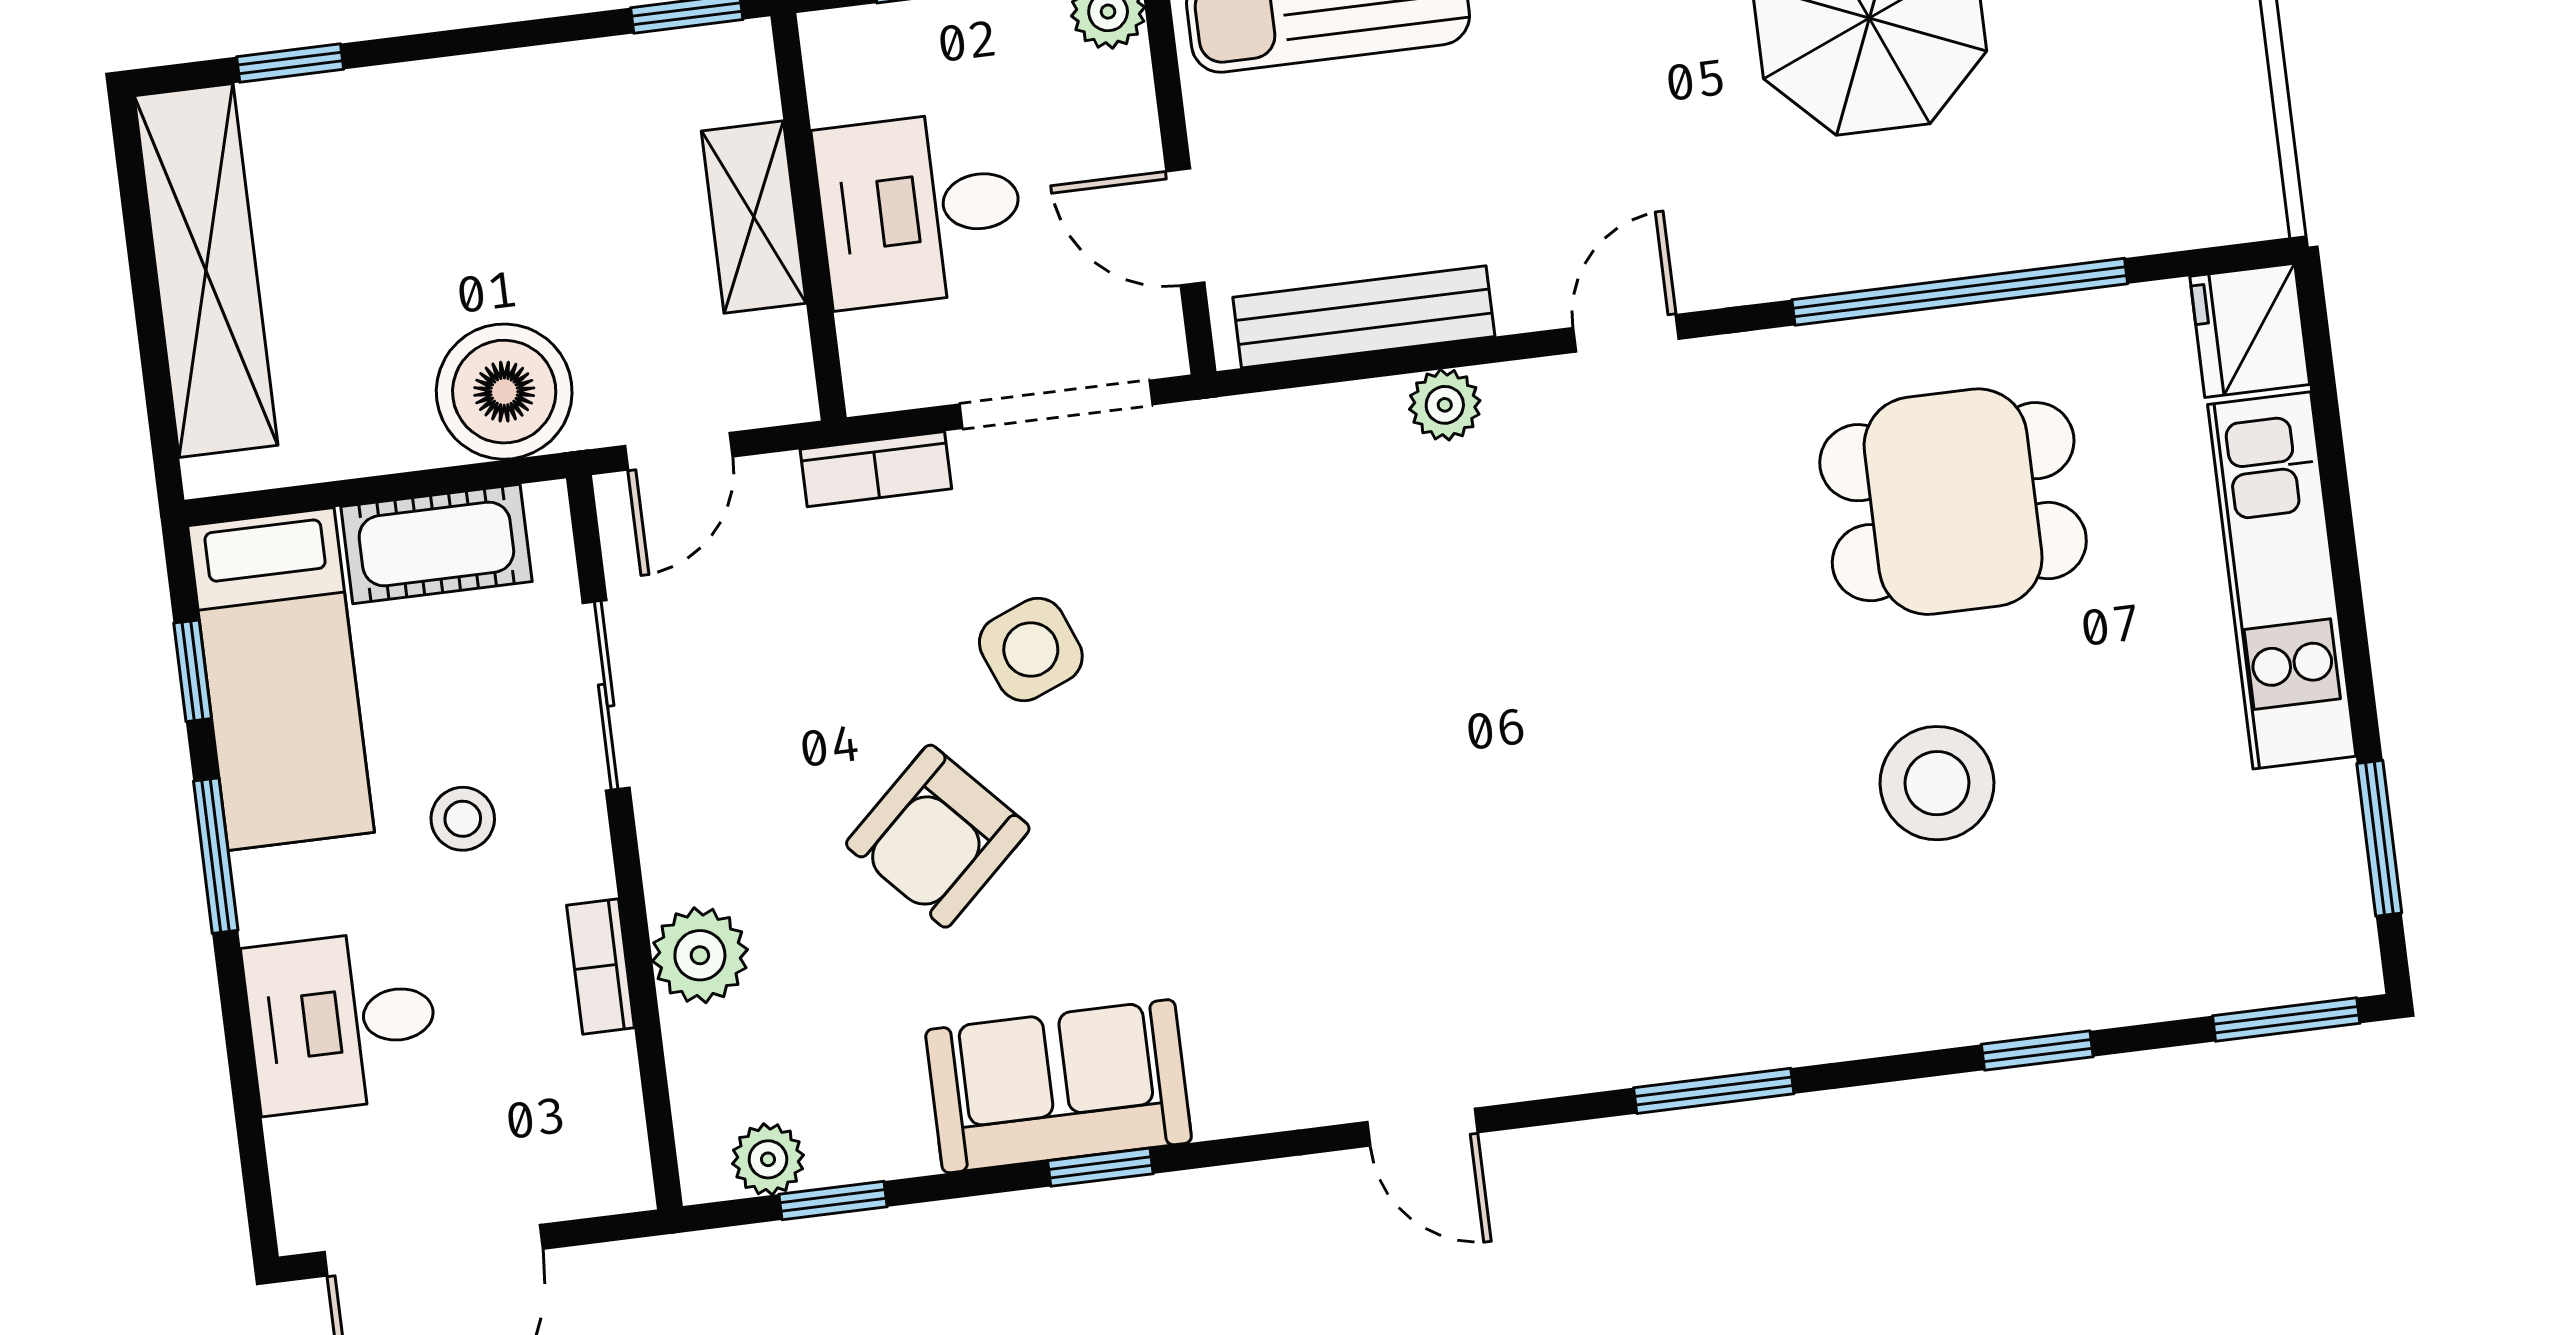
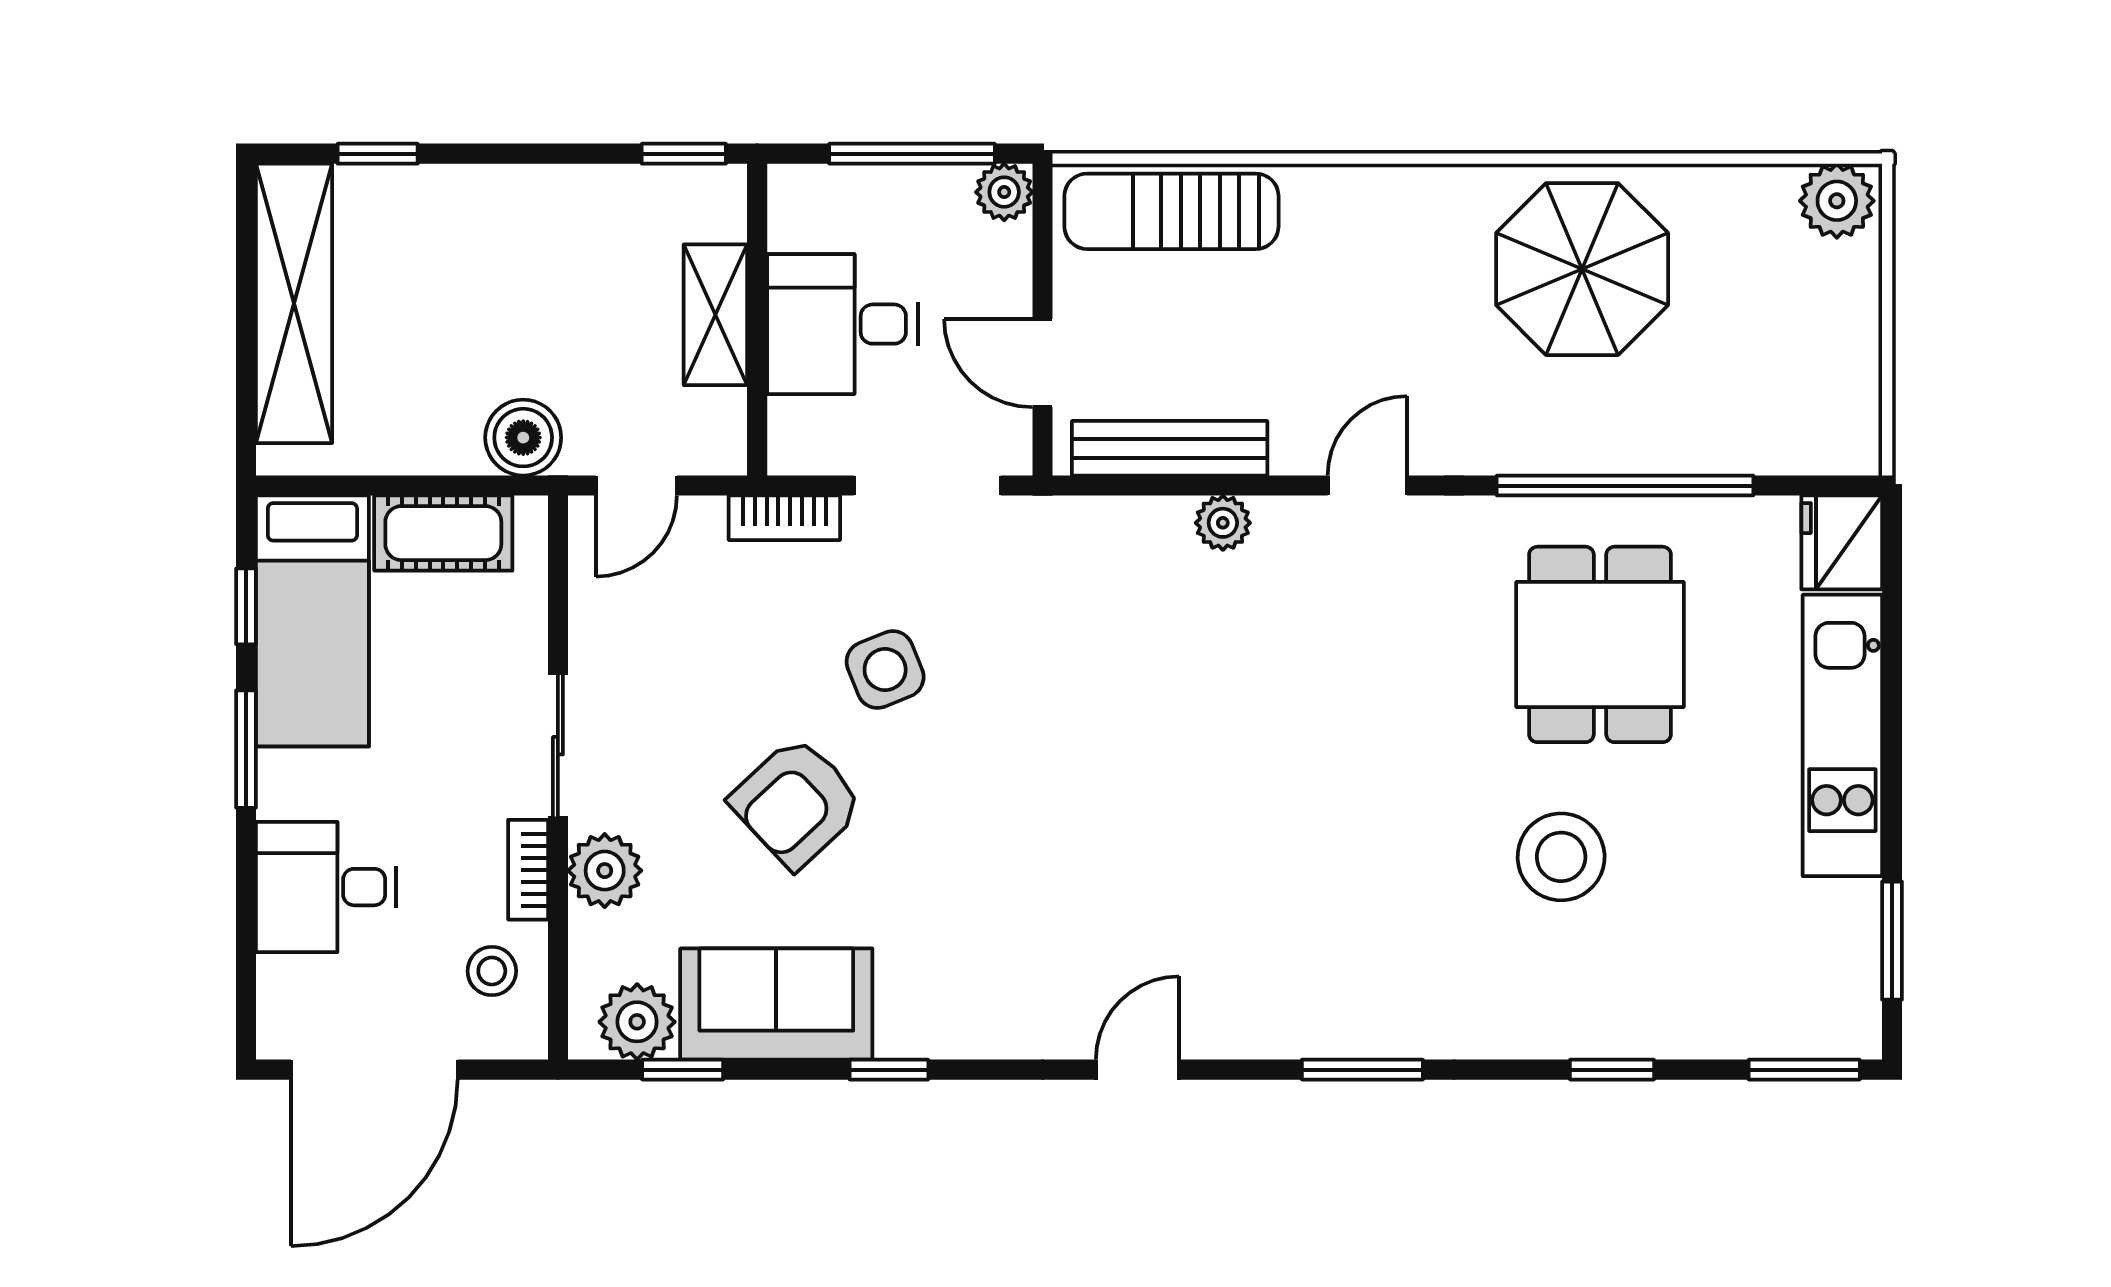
boiler: (504, 392) -> (523, 438), width x0.73, depth x0.73
dining table: (1953, 502) -> (1600, 644), turned 90
sliding door: (606, 695) -> (558, 746), moved
stool: (463, 819) -> (492, 971), moved
sofa: (1059, 1086) -> (776, 1004), moved
door: (1422, 1127) -> (1137, 1070), swing flipped
plant: (768, 1159) -> (637, 1022), width x1.38, depth x1.38

